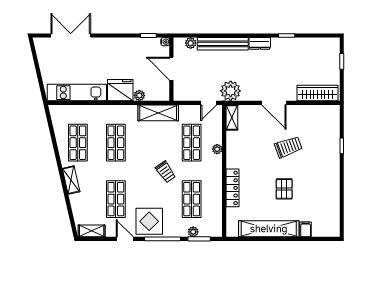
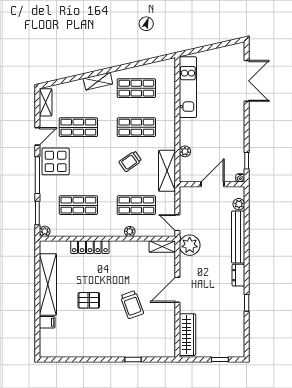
fridge: (120, 90) -> (190, 132), removed
trolley: (166, 172) -> (130, 161), moved
plant: (193, 232) -> (45, 231), moved

